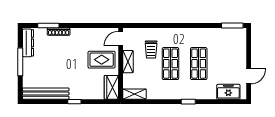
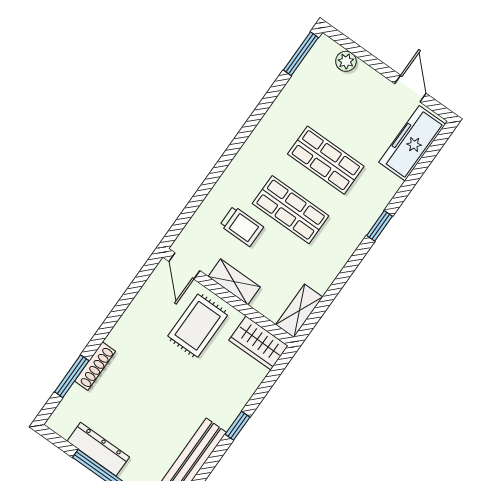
dresser: (28, 43) -> (98, 449), moved
plant: (242, 45) -> (346, 61), added
freezer: (228, 92) -> (412, 143), width x1.40

